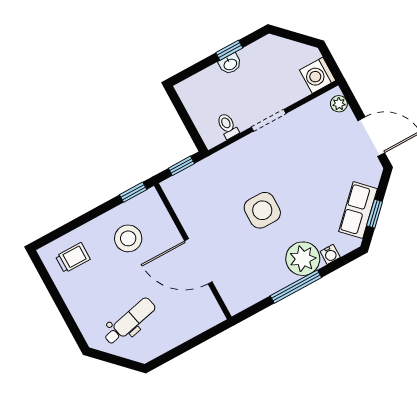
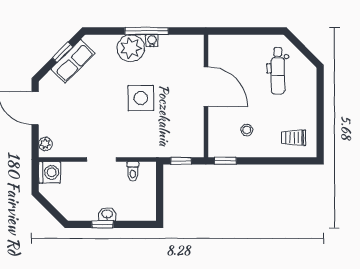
stool: (128, 238) -> (247, 130), width x0.53, depth x0.53
water cooler: (330, 254) -> (152, 41), moved
dental chair: (130, 321) -> (278, 71), turned -77

